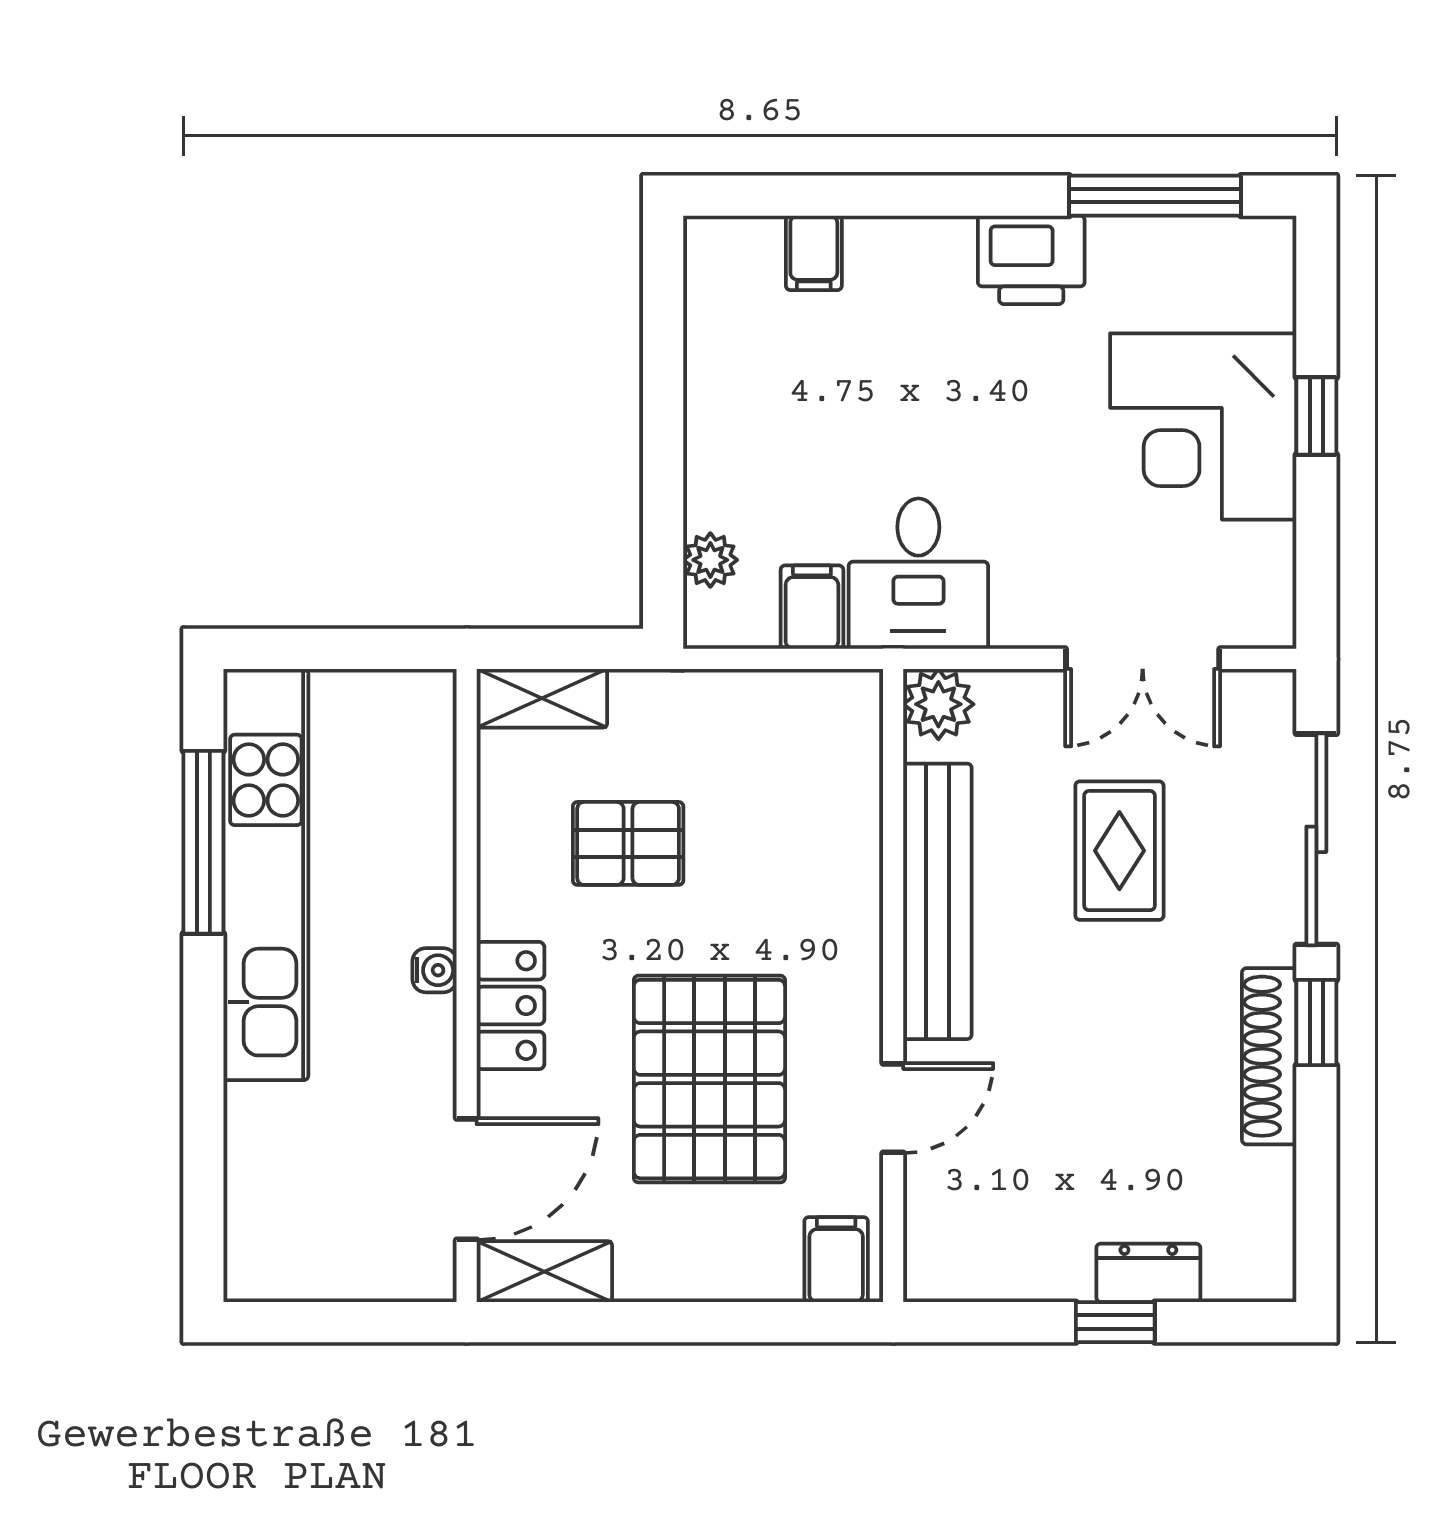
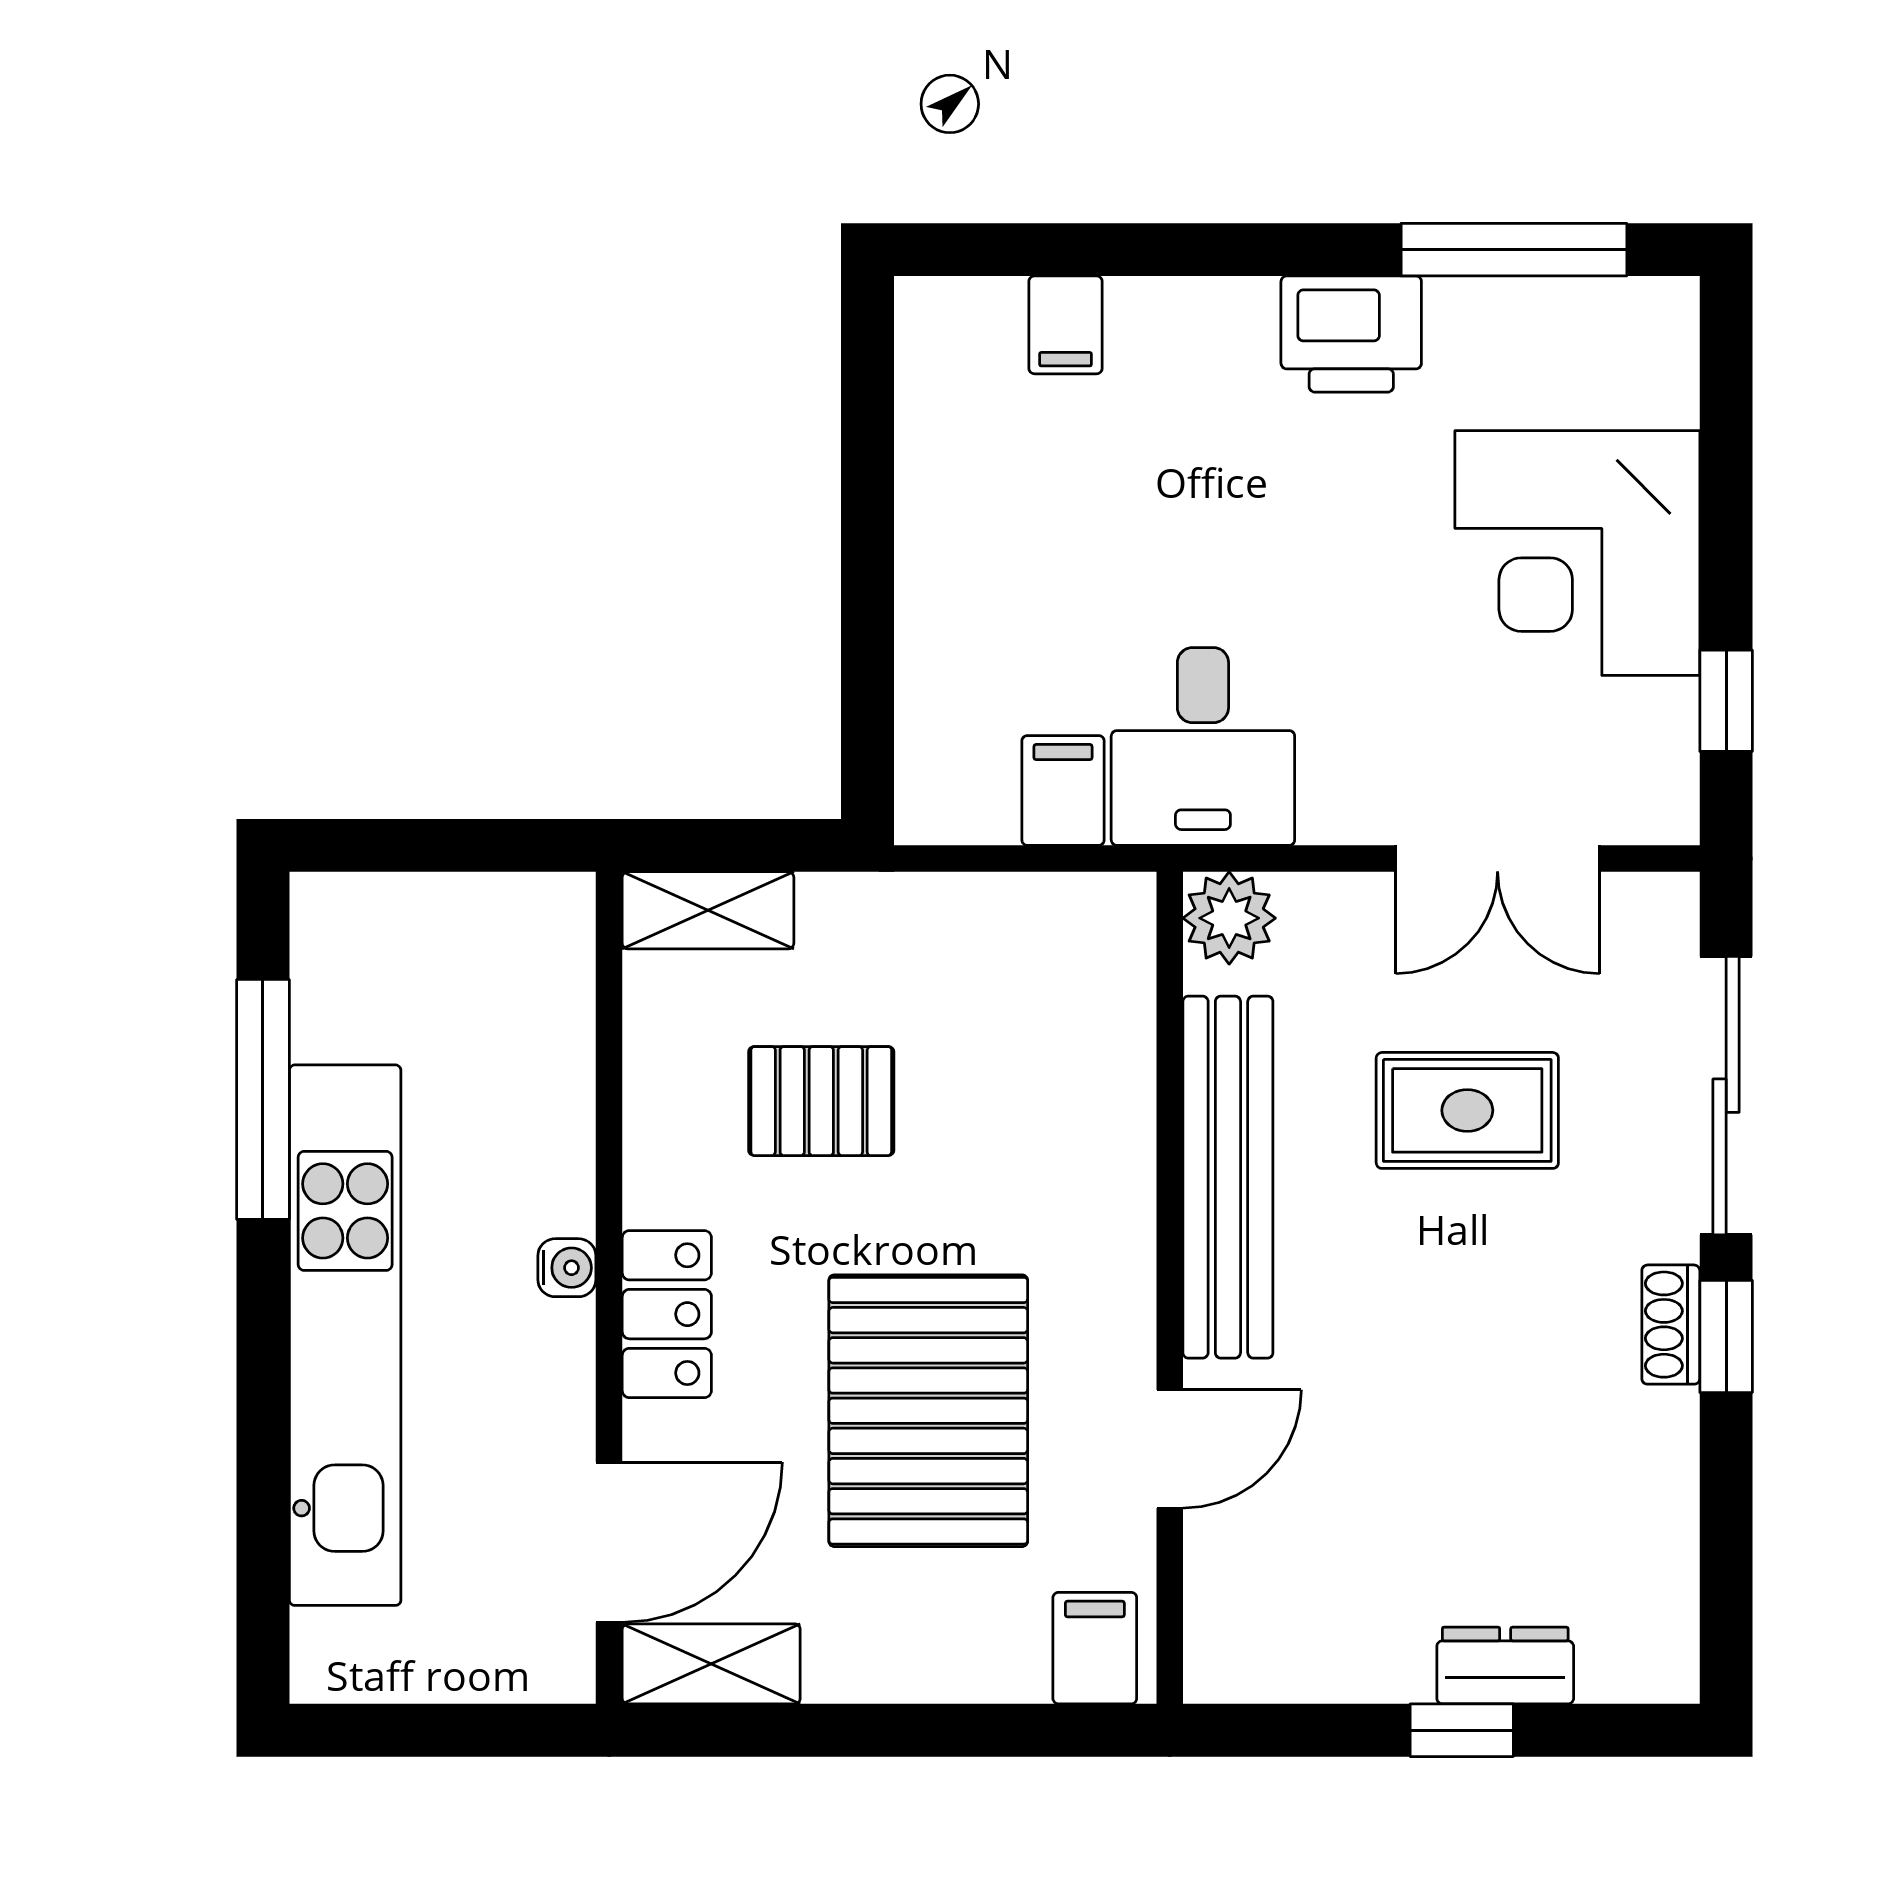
window: (1316, 416) -> (1726, 701), moved
plant: (710, 560) -> (929, 728), removed
rug: (1119, 851) -> (1467, 1110), turned 90
kitchen unit: (266, 875) -> (345, 1335), moved
shoe rack: (1269, 1056) -> (1671, 1325), width x0.51, depth x0.81

